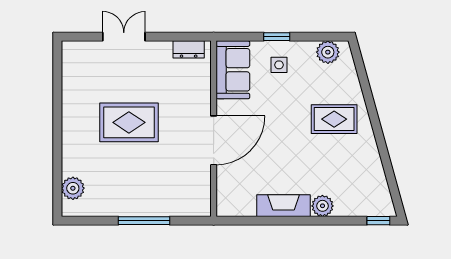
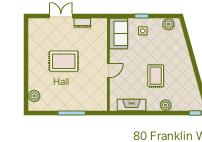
dresser: (189, 49) -> (82, 23), moved
rug: (334, 119) -> (156, 76), moved, turned 90
door: (214, 140) -> (108, 71), width x0.53
fireplace: (284, 206) -> (131, 105), moved

